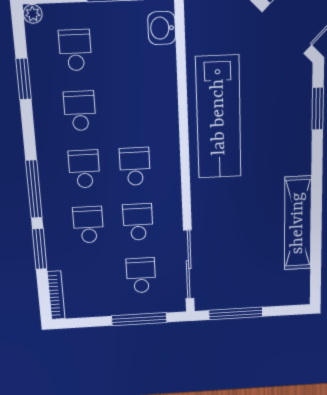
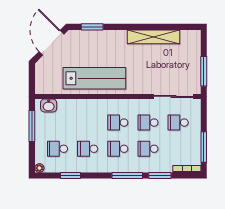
window: (139, 319) -> (204, 147), moved

